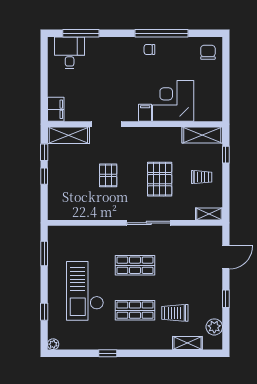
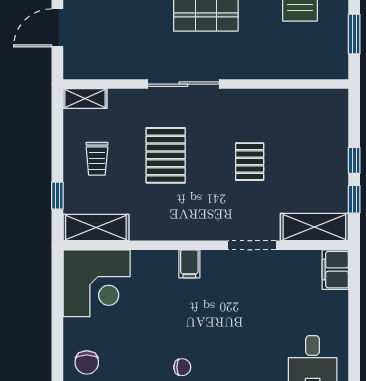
corner desk: (173, 101) -> (97, 283), moved
trolley: (202, 177) -> (97, 159), turned -90

